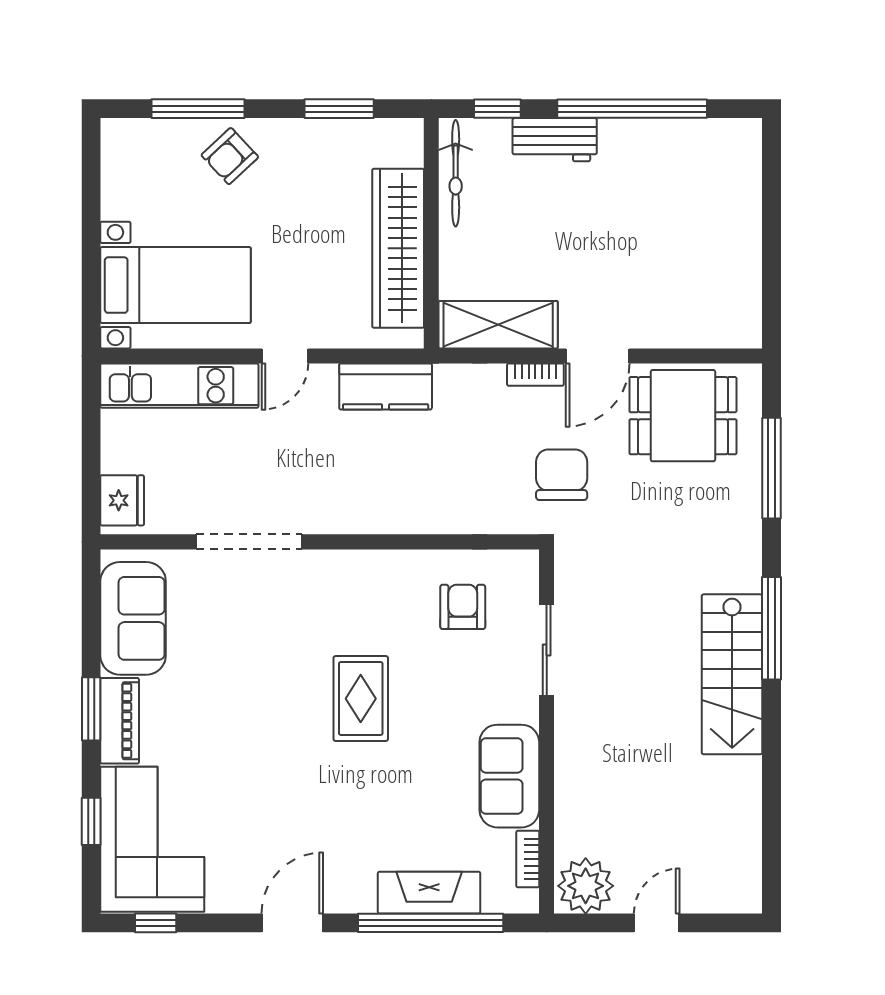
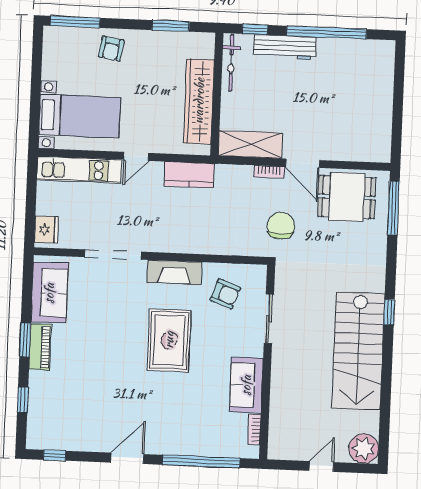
window: (198, 109) -> (75, 22), moved
workbench: (555, 140) -> (285, 47), width x1.38
armchair: (230, 156) -> (111, 49), turned -38
door: (598, 356) -> (303, 163), hinge flipped
window: (771, 468) -> (394, 208), moved
armchair: (463, 607) -> (225, 294), turned 110
window: (771, 628) -> (389, 312), width x0.46
stairs: (732, 674) -> (358, 351), width x1.36, depth x1.51
rug: (361, 699) -> (169, 340), width x1.36, depth x1.43
corner sofa: (152, 839) -> (55, 411), removed
plant: (586, 886) -> (364, 448), moved
fireplace: (429, 893) -> (174, 272), moved, turned 180

